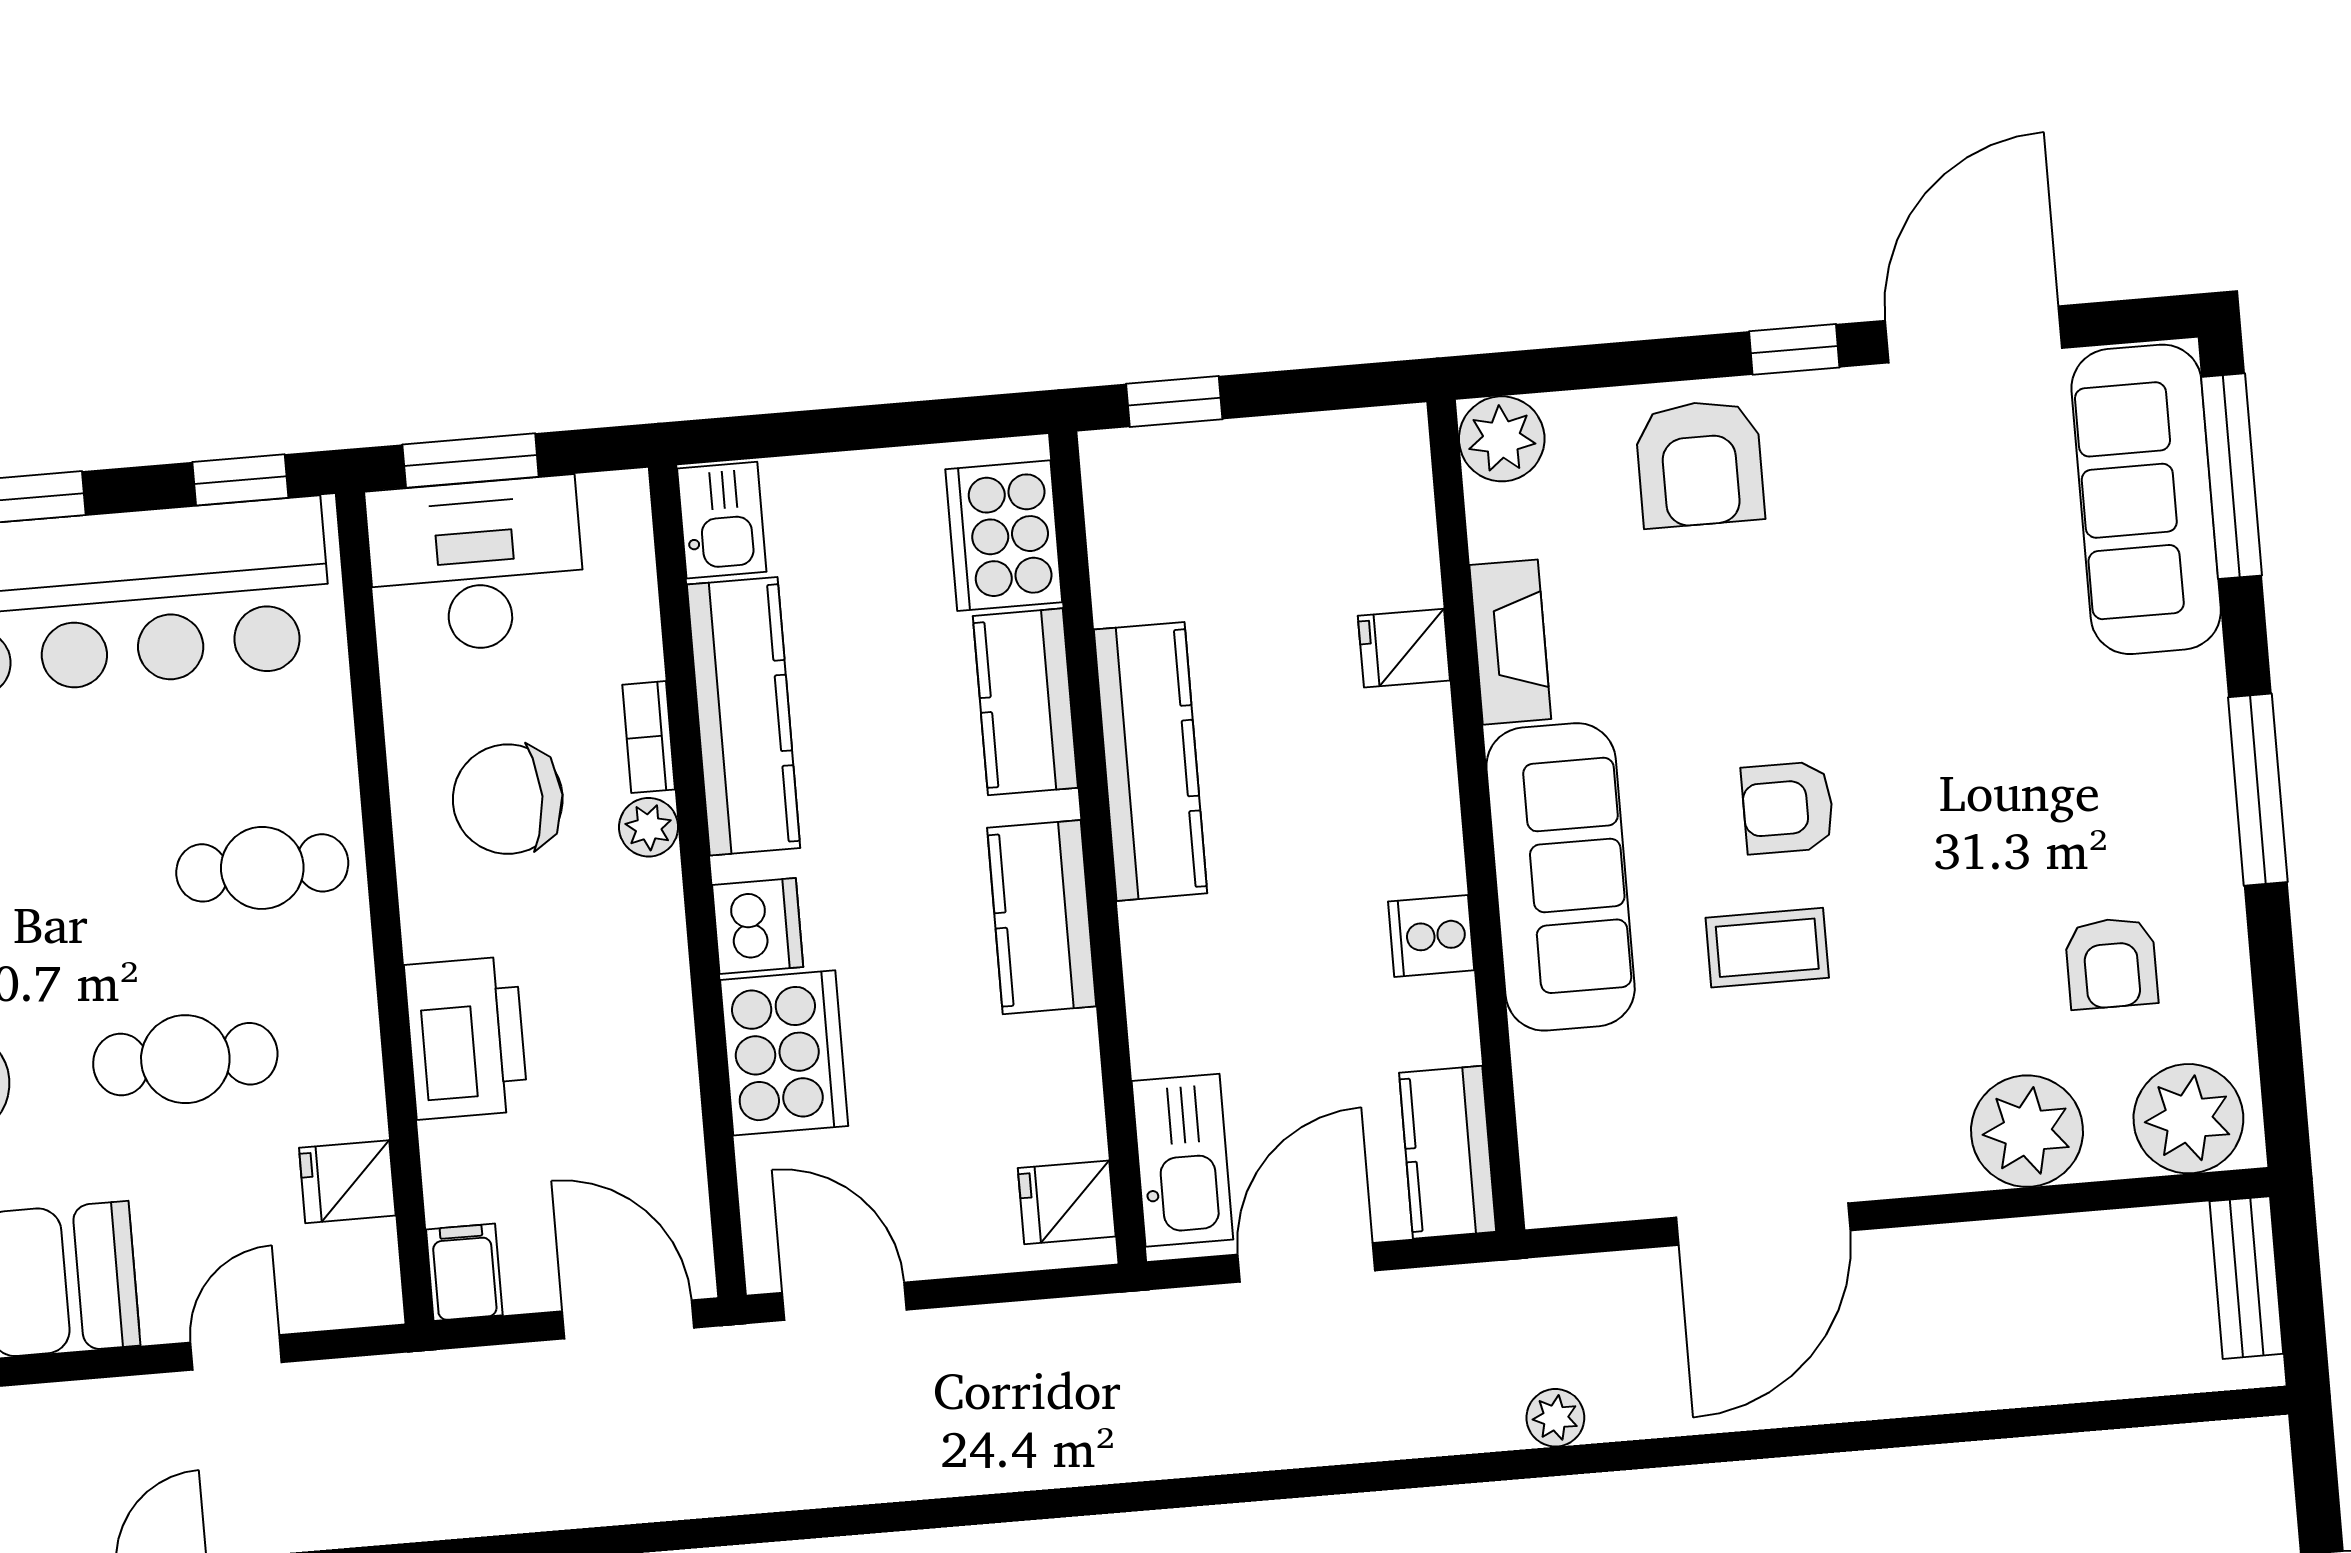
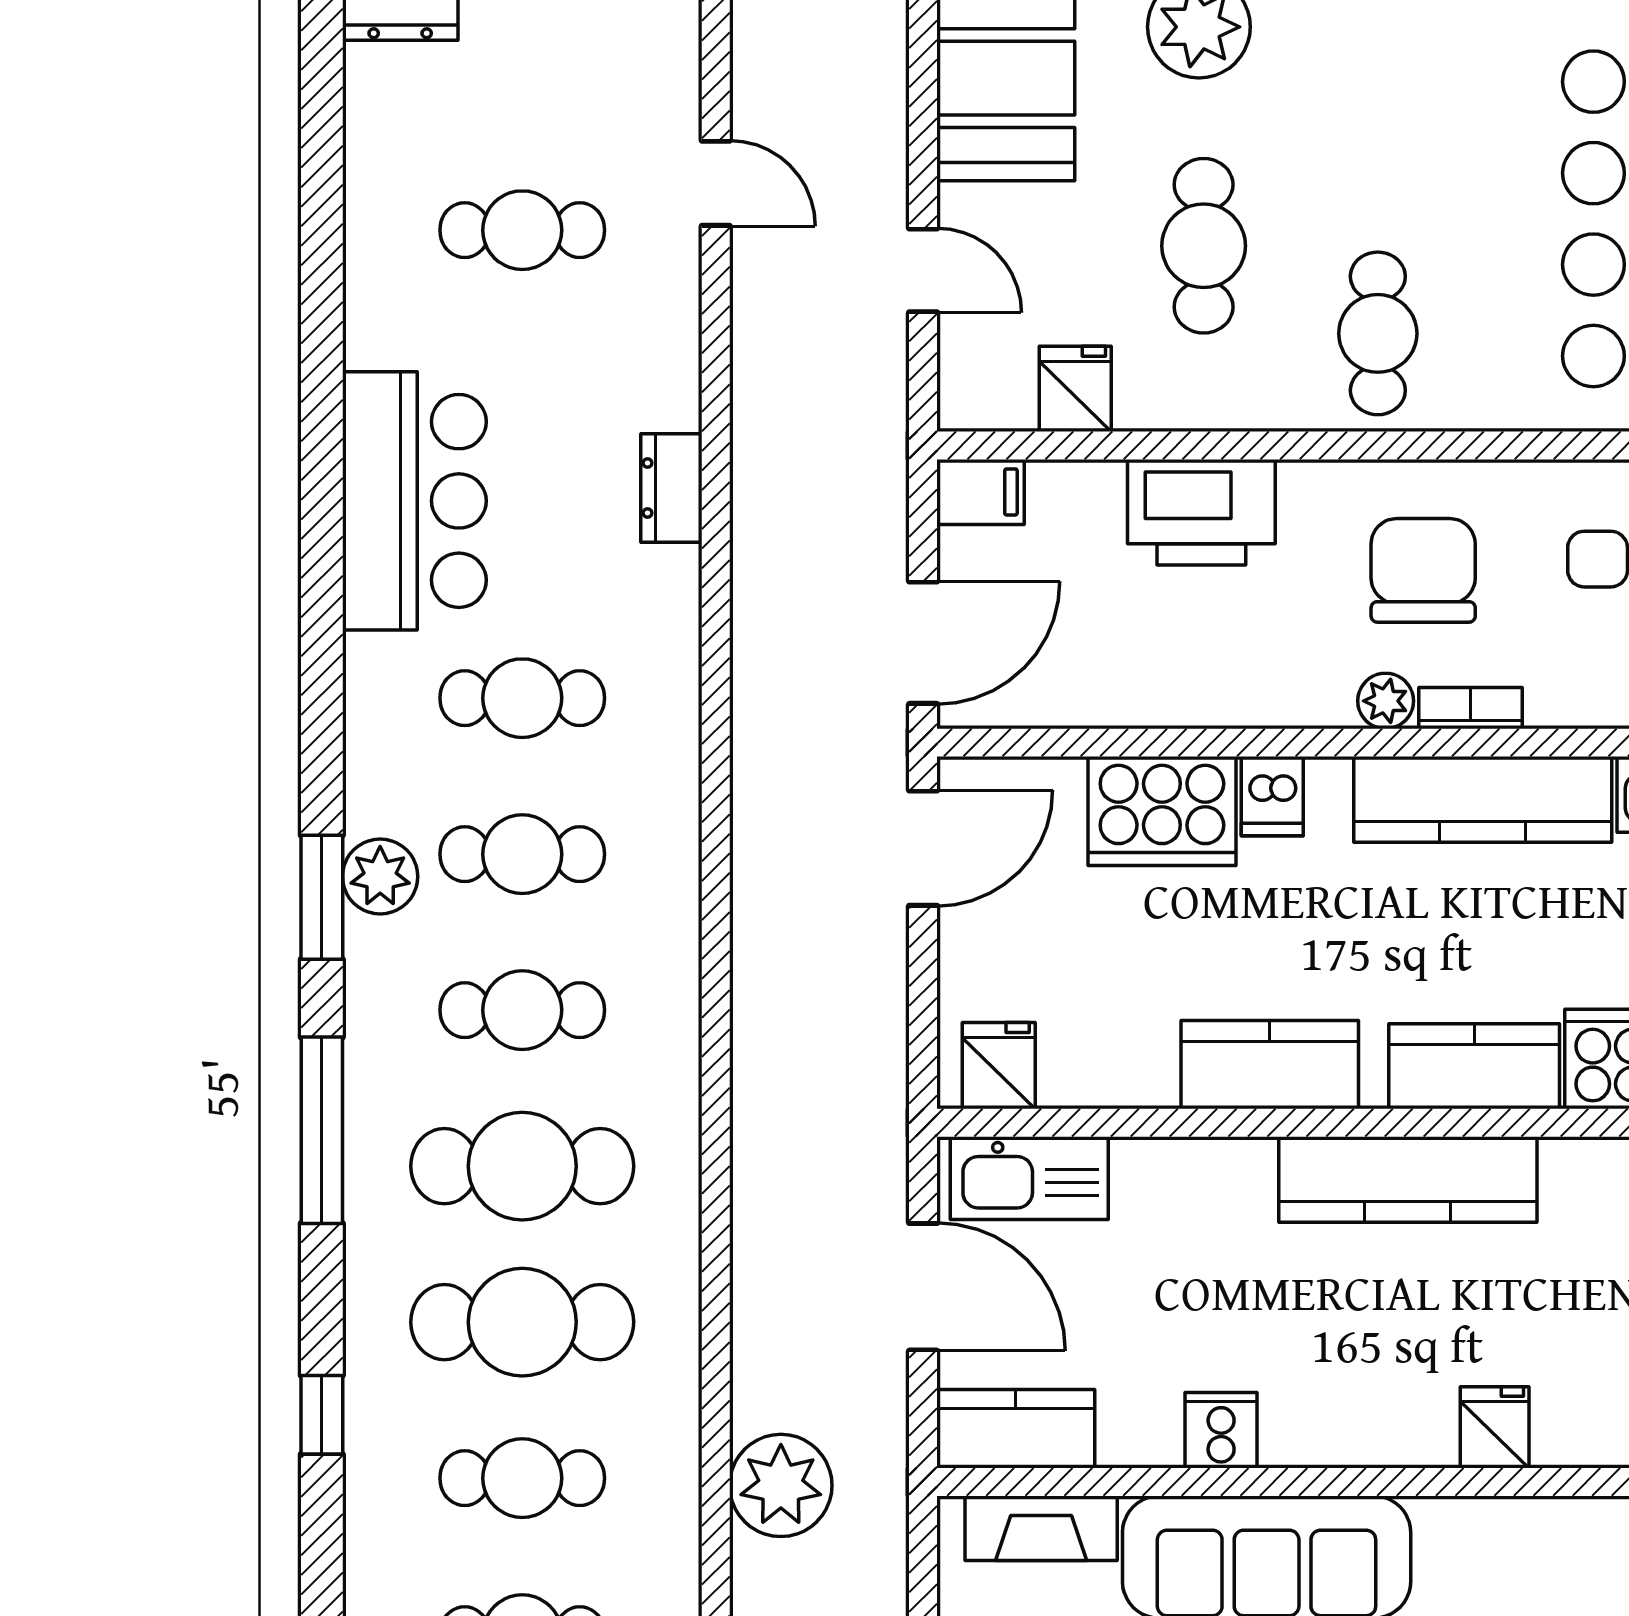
fireplace: (1510, 642) -> (1041, 1528), moved
dishwasher: (758, 926) -> (1272, 796), width x0.73
plant: (1555, 1418) -> (781, 1485), width x1.88, depth x1.88

